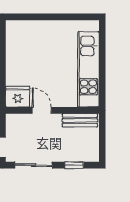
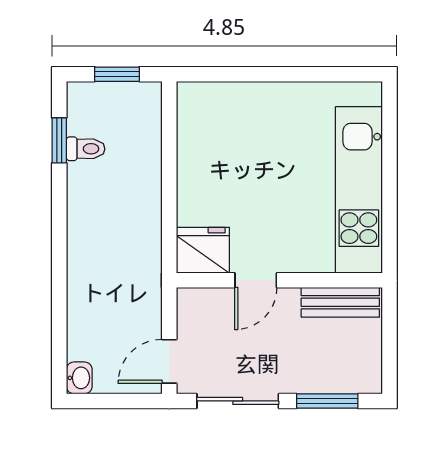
door: (42, 110) -> (256, 280), swing flipped
window: (74, 165) -> (327, 401), width x1.50

